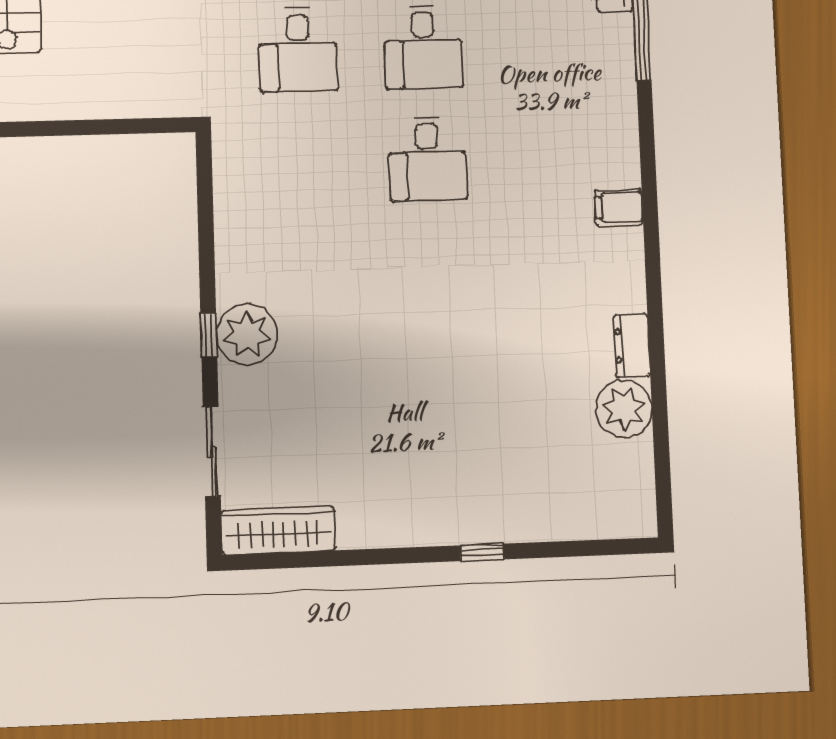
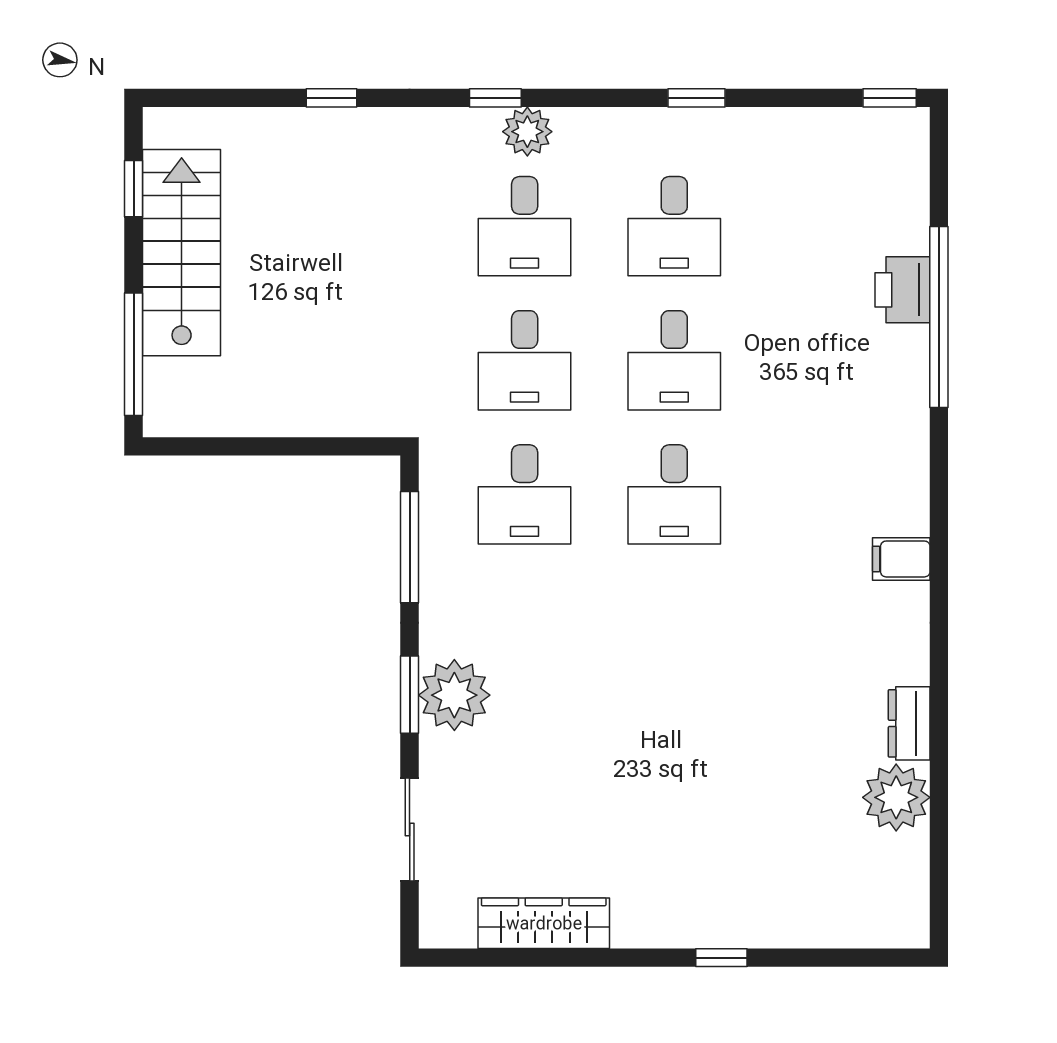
desk: (302, 162) -> (525, 494), added
window: (205, 209) -> (410, 547), added
window: (209, 335) -> (410, 695), width x1.50
wardrobe: (278, 531) -> (544, 923), moved

